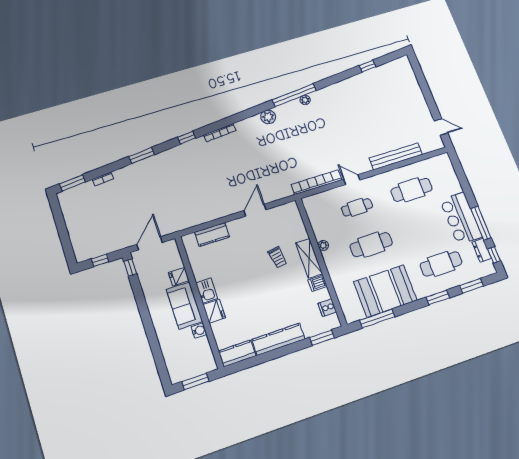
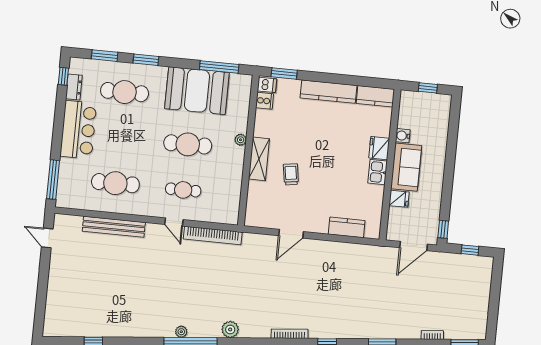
window: (481, 223) -> (53, 180), moved
plant: (323, 245) -> (241, 140), moved
dishwasher: (318, 283) -> (267, 85), moved
window: (195, 381) -> (428, 88), width x0.67

